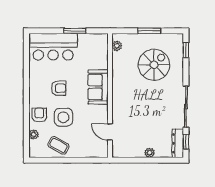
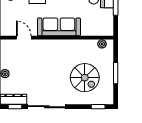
sofa: (98, 87) -> (59, 27), width x1.36
door: (110, 132) -> (24, 38), hinge flipped

